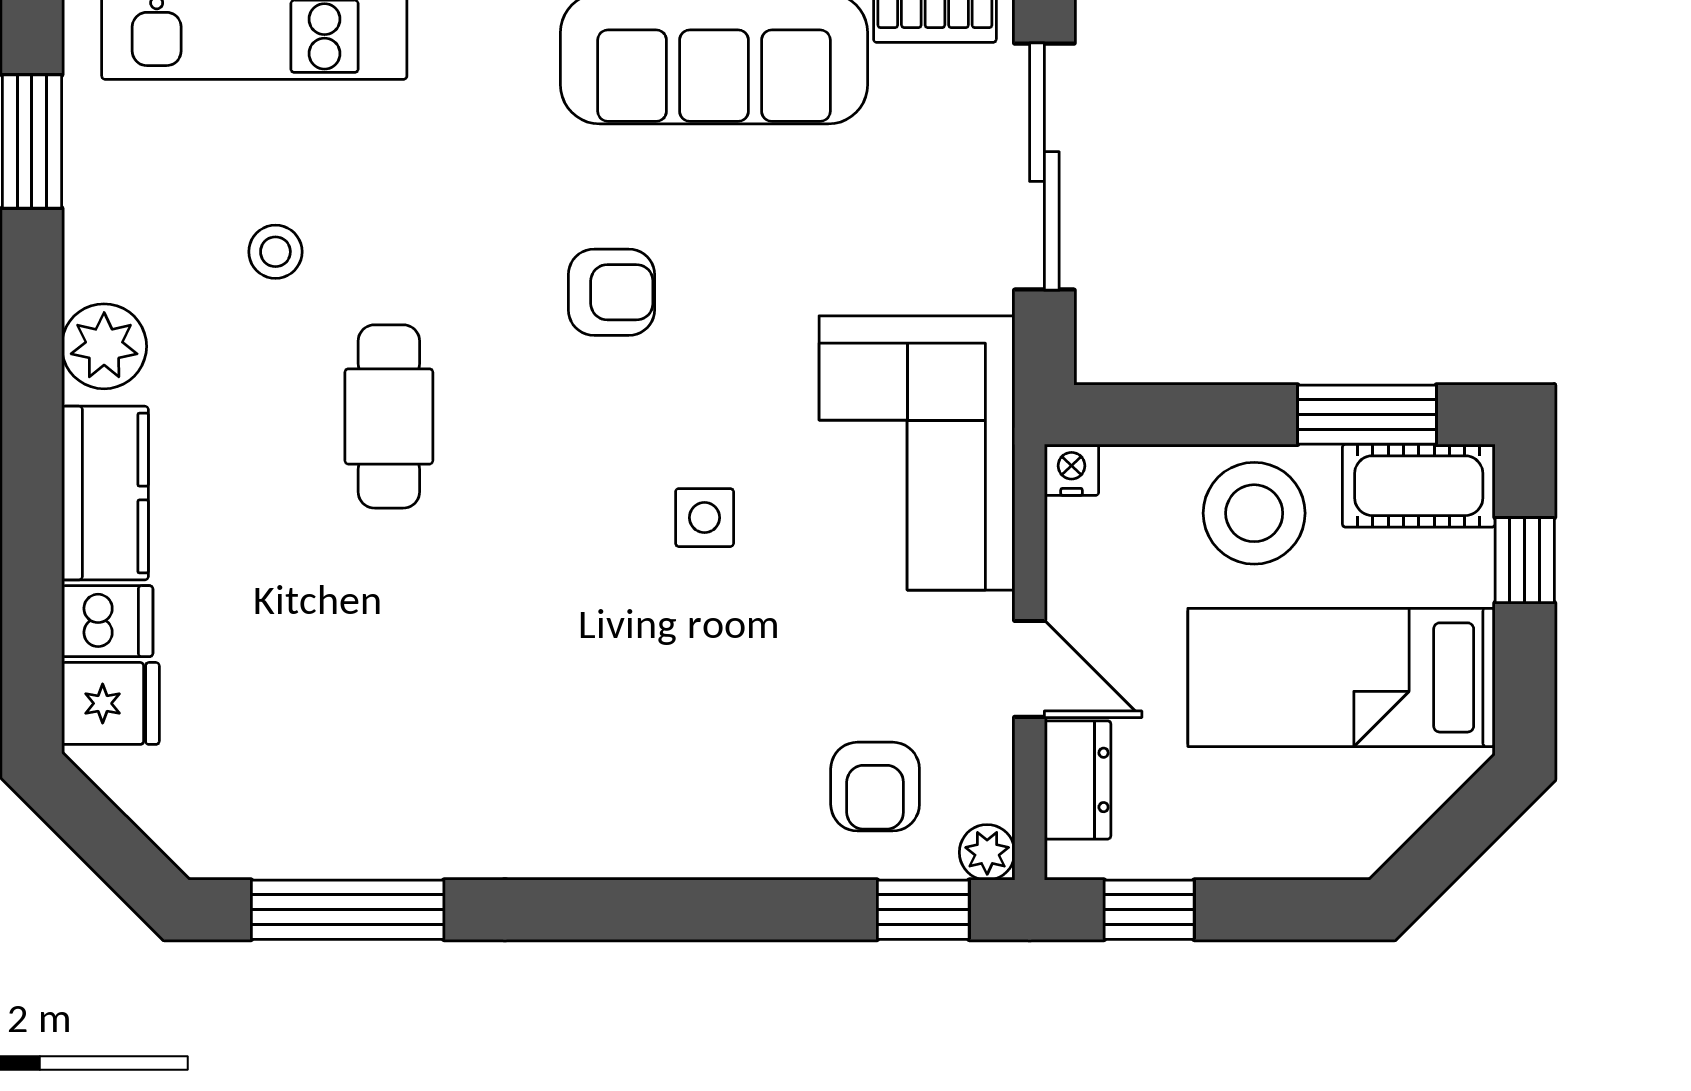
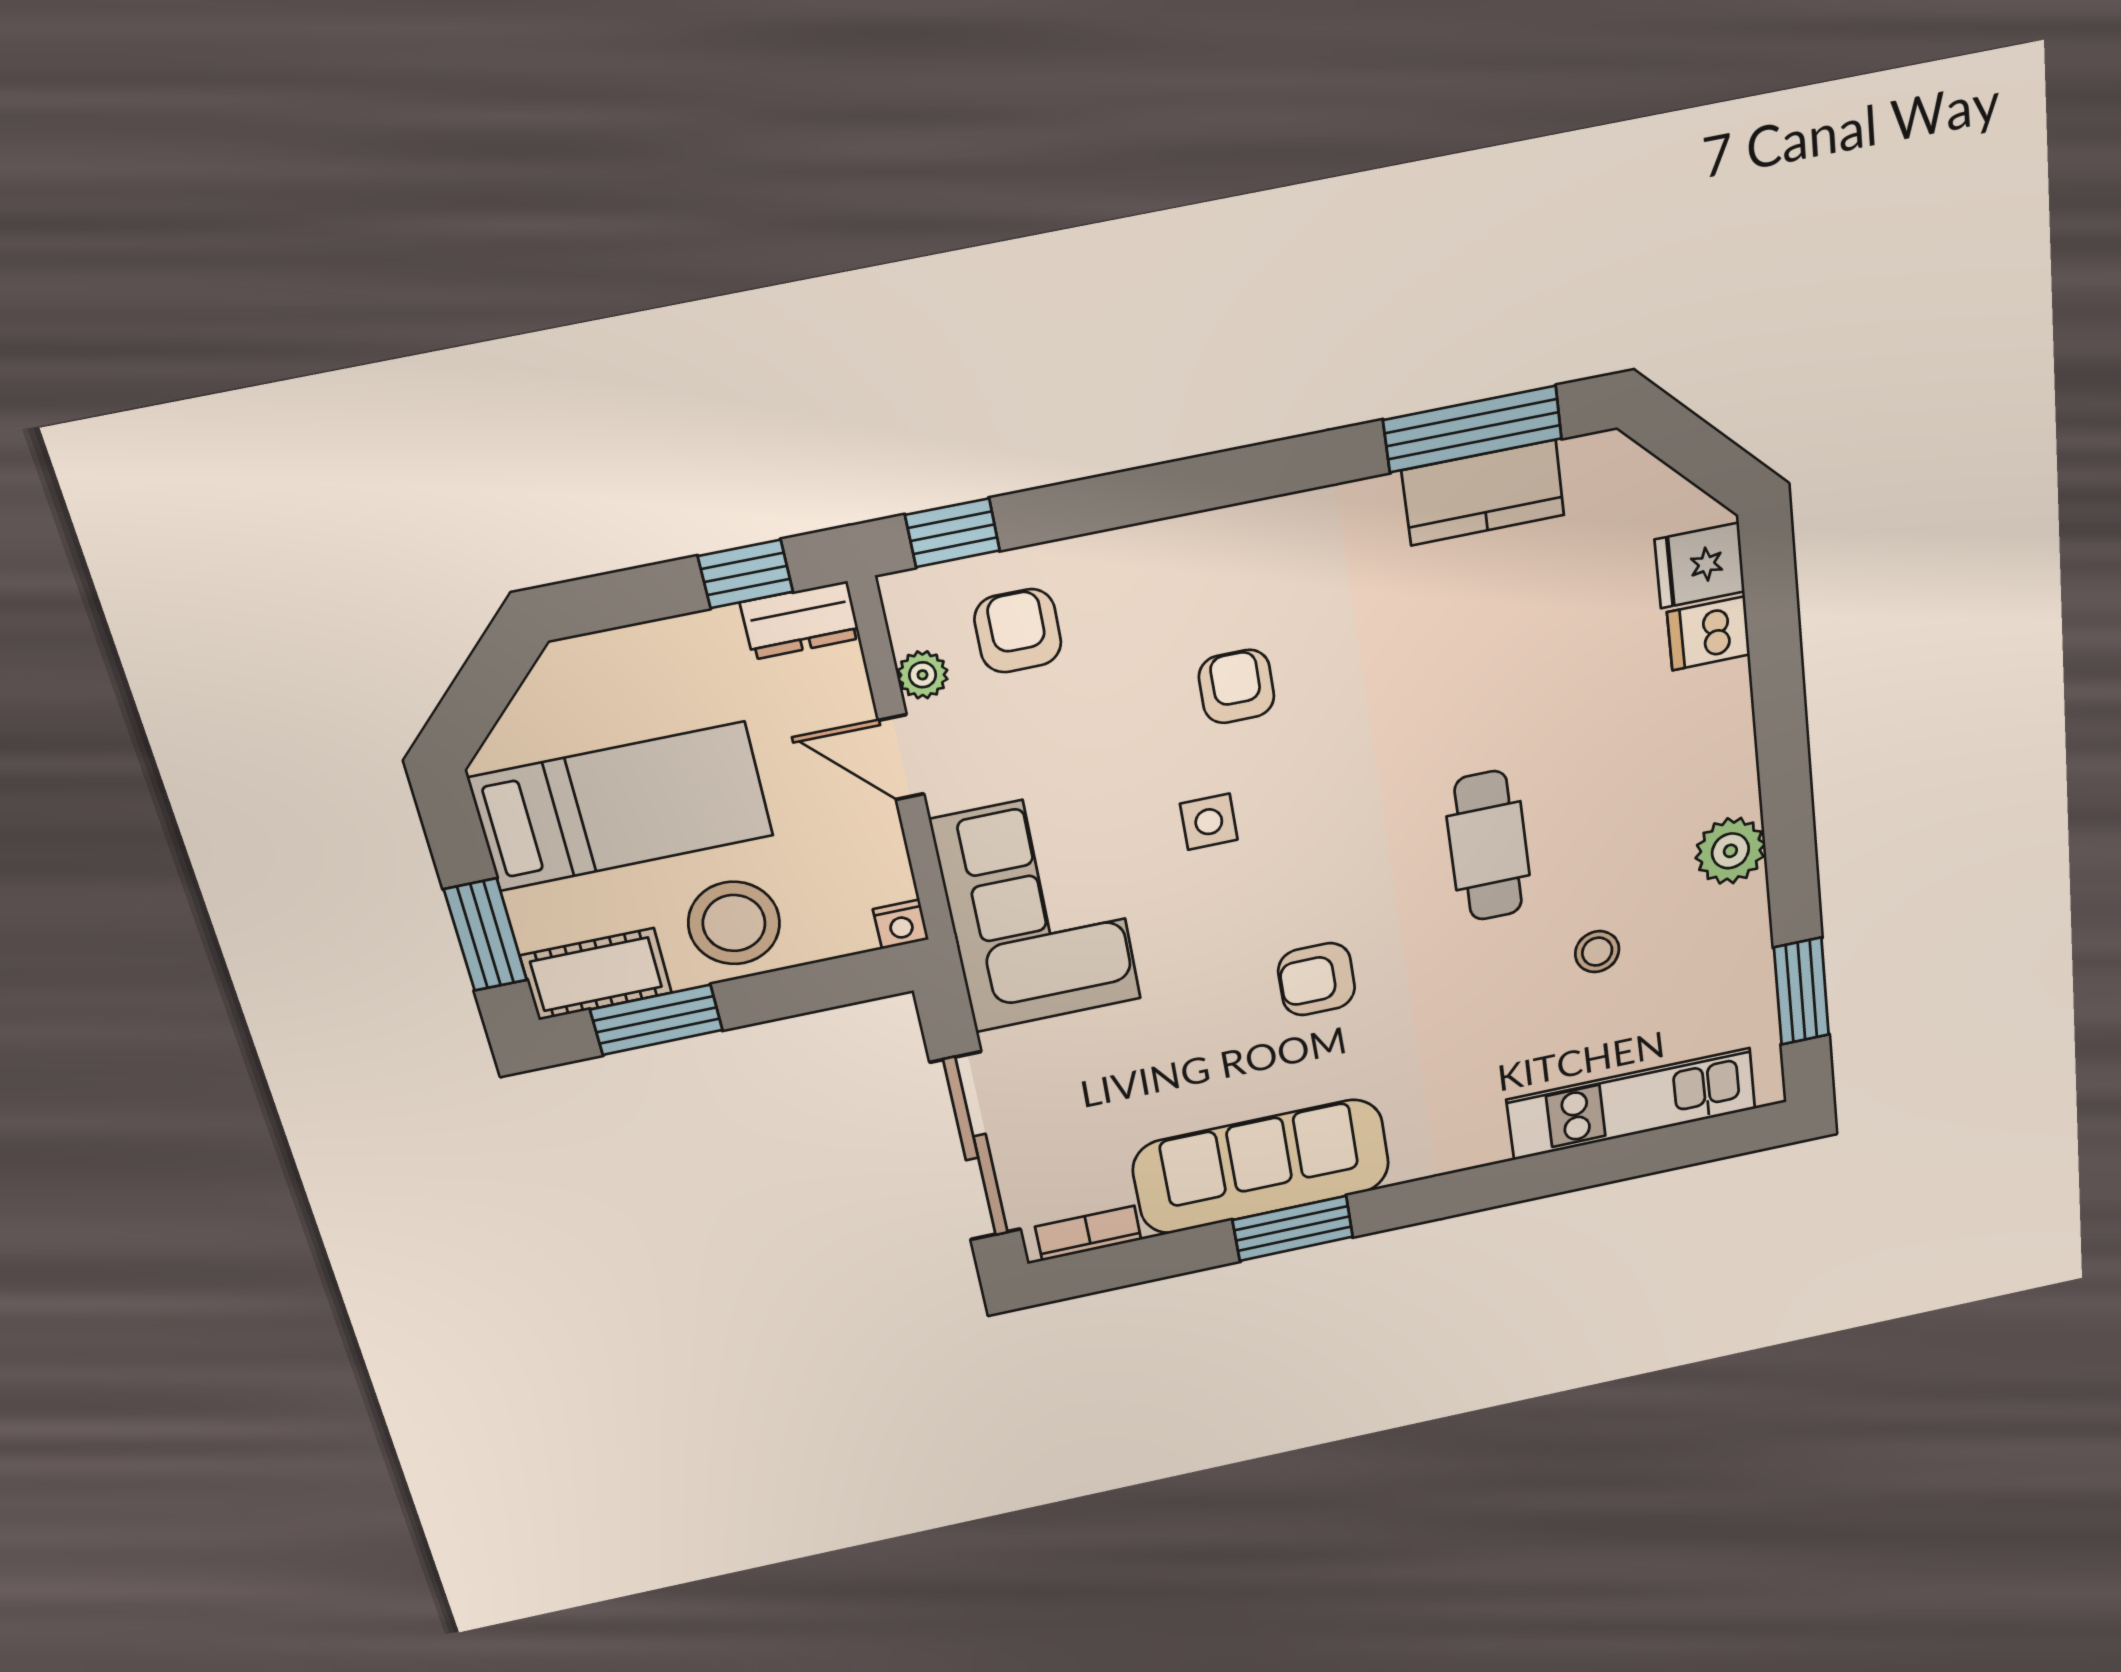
kitchen counter: (105, 493) -> (1483, 493), moved, turned -90
window: (1525, 560) -> (486, 935), width x1.50
armchair: (648, 672) -> (1236, 686), added
dresser: (1078, 780) -> (800, 620), moved, turned -90
plant: (987, 852) -> (923, 675), moved

